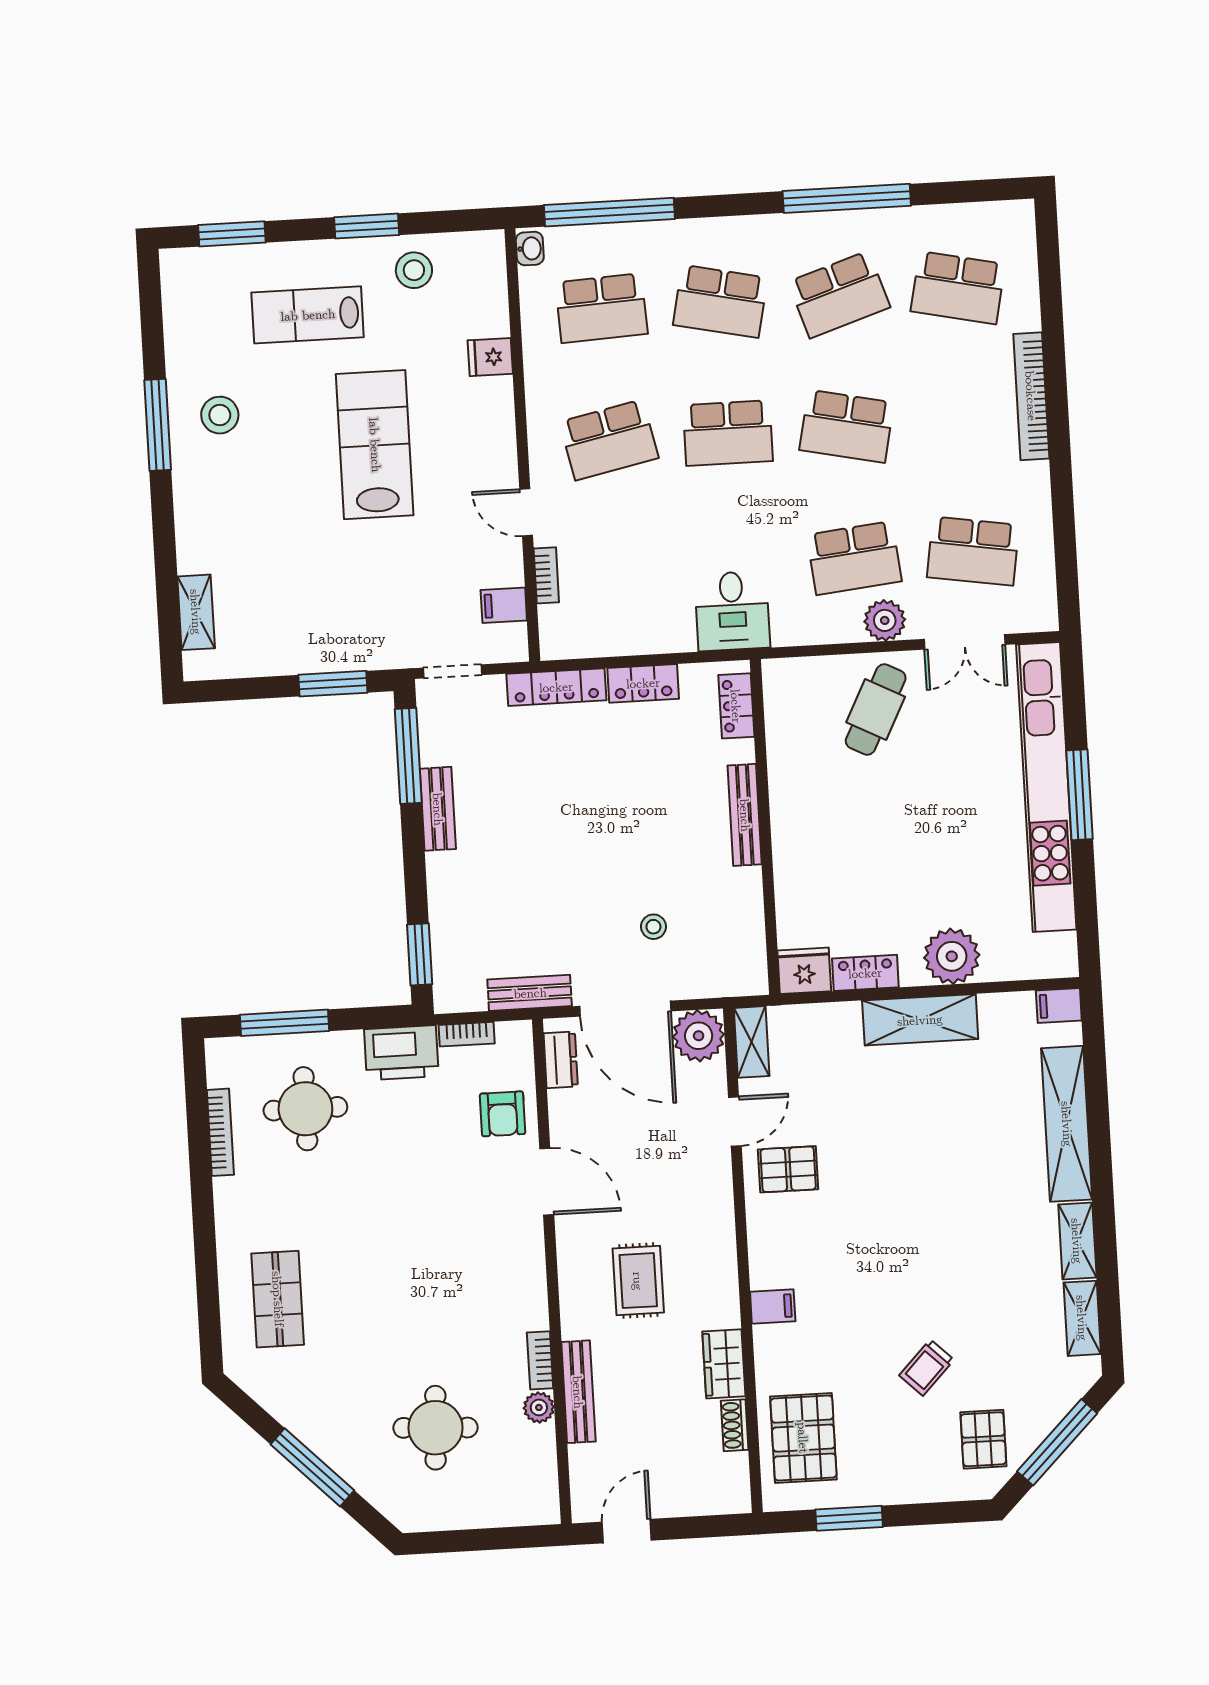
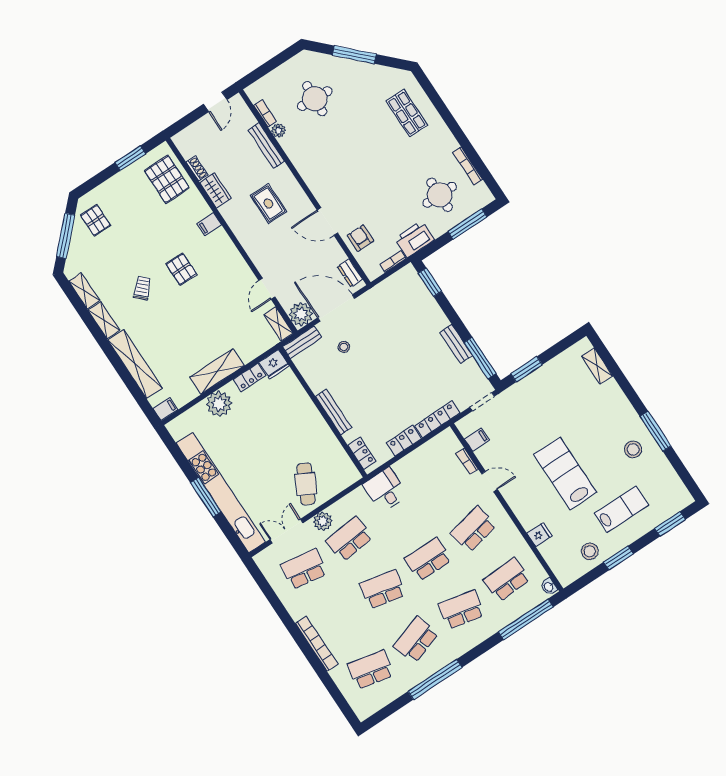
lab bench: (375, 445) -> (565, 473), turned 180
bench: (530, 993) -> (302, 342), moved
pallet: (788, 1169) -> (181, 269), moved, turned 90
bookcase: (540, 1360) -> (265, 114), moved
trolley: (927, 1368) -> (142, 288), moved

